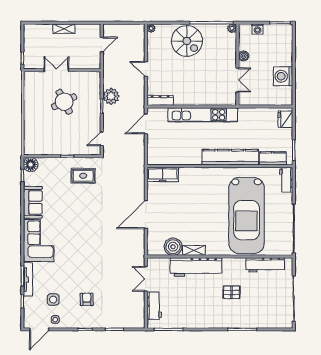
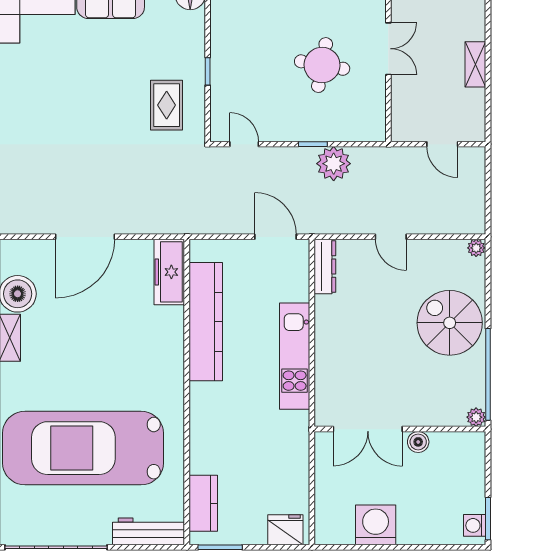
washing machine: (258, 29) -> (475, 525), moved
spiral stairs: (187, 41) -> (450, 323), turned 90
door: (146, 69) -> (391, 237), swing flipped
double door: (237, 80) -> (368, 429), width x1.37
round table: (64, 102) -> (322, 65), turned 37
kitchen unit: (203, 115) -> (295, 356), width x0.73
kitchen counter: (230, 157) -> (206, 322), moved
workbench: (286, 180) -> (149, 531), width x1.38
door: (146, 215) -> (85, 237), swing flipped

